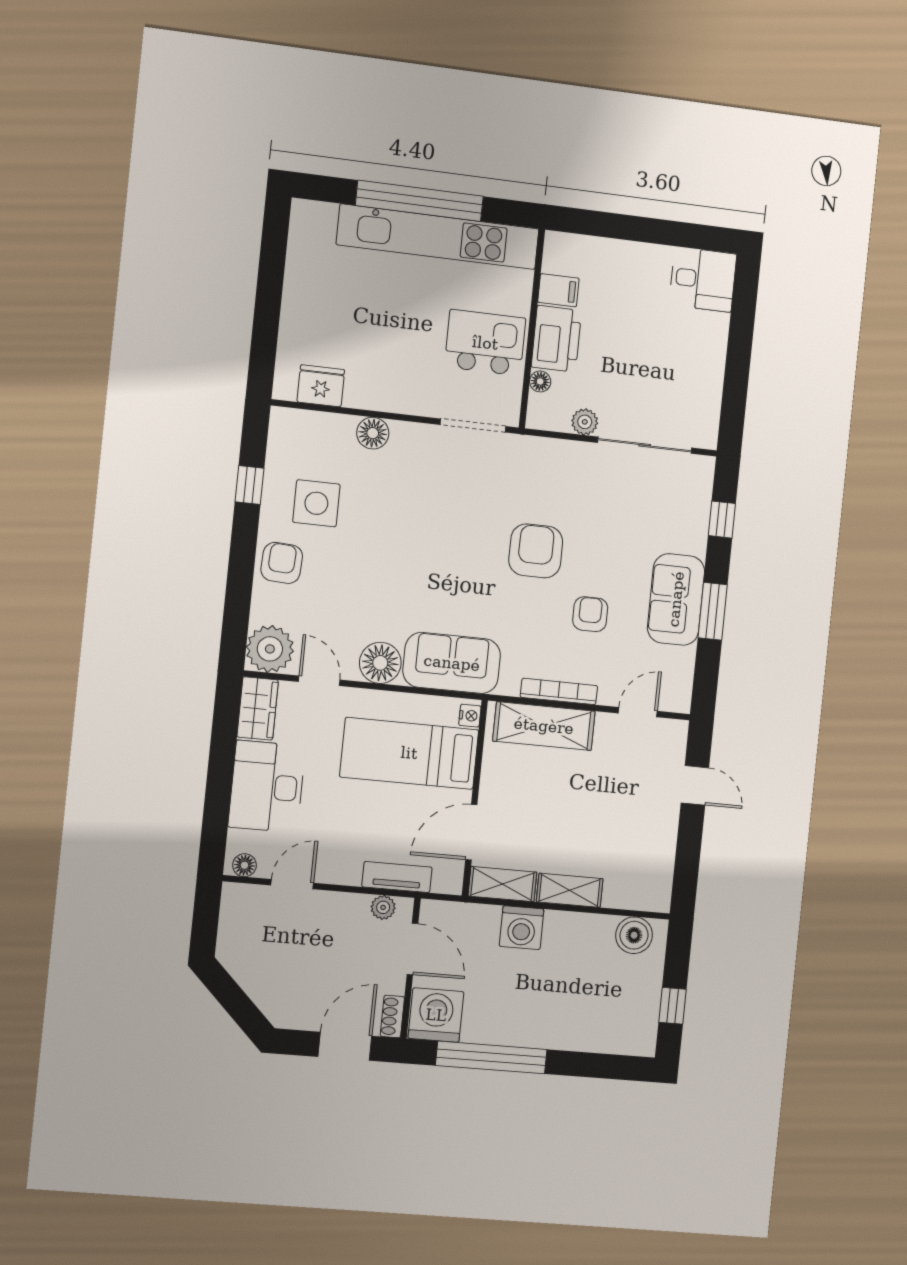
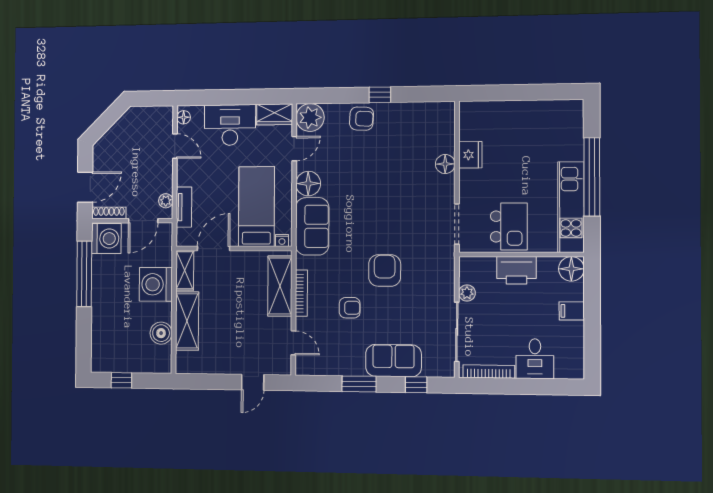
kitchen unit: (438, 237) -> (571, 207), width x0.73
desk: (703, 279) -> (535, 359), moved
filing cabinet: (558, 290) -> (572, 311), moved, turned 90
floor lamp: (540, 381) -> (571, 269), moved, width x1.89, depth x1.89
fridge: (321, 386) -> (470, 155), moved
bookcase: (711, 402) -> (489, 372), added
window: (250, 485) -> (380, 95), moved
side table: (316, 503) -> (399, 135), removed
armchair: (536, 551) -> (385, 270), turned -90
sofa: (676, 599) -> (394, 361), moved
door: (471, 832) -> (213, 249), hinge flipped
shelving: (570, 890) -> (187, 321), width x1.50, depth x1.33
washing machine: (522, 928) -> (156, 284), width x1.37, depth x1.37
boiler: (634, 935) -> (161, 333), moved
shoe rack: (392, 1016) -> (109, 213), width x1.43
door: (345, 1046) -> (85, 187), hinge flipped

